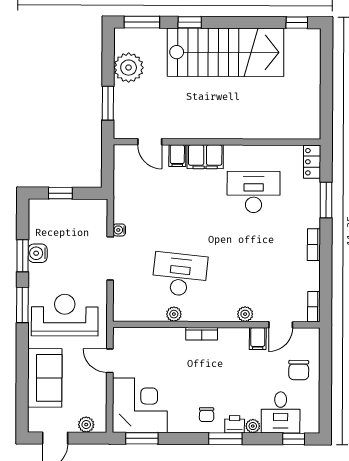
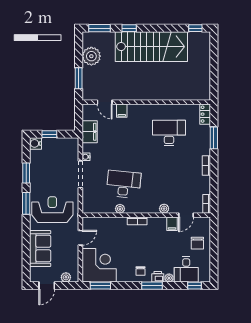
filing cabinet: (205, 157) -> (90, 132), moved, turned -90
water cooler: (38, 253) -> (35, 143), moved
door: (110, 361) -> (80, 238), swing flipped

